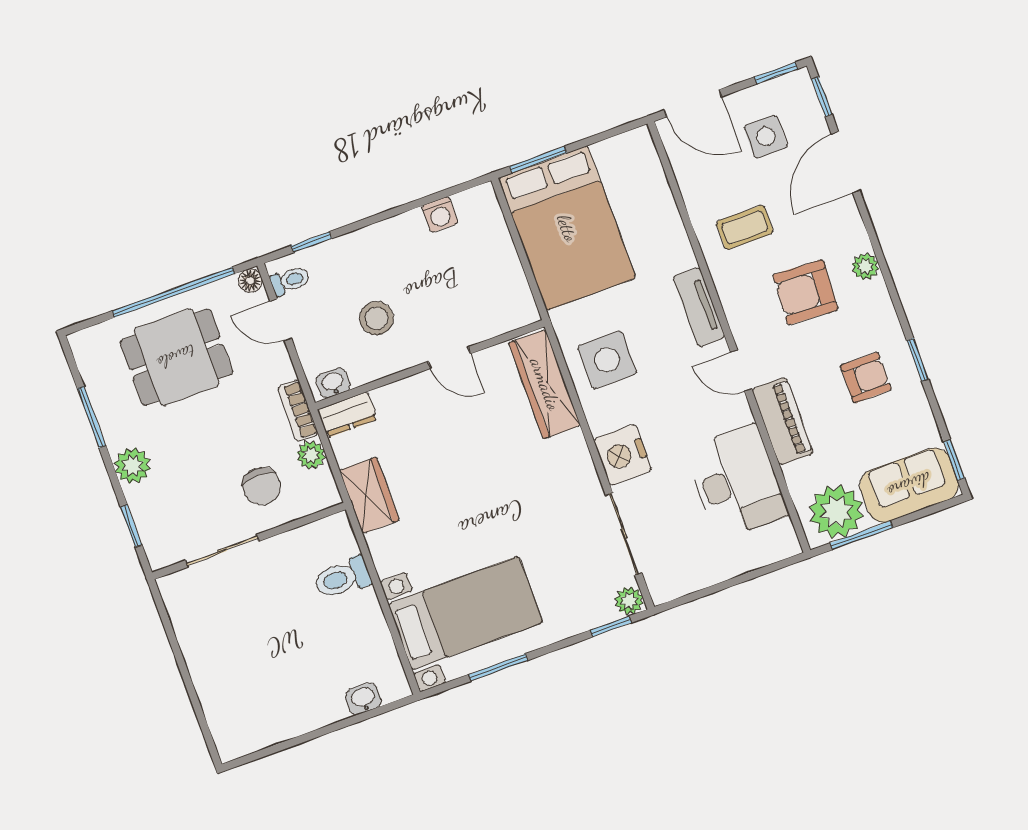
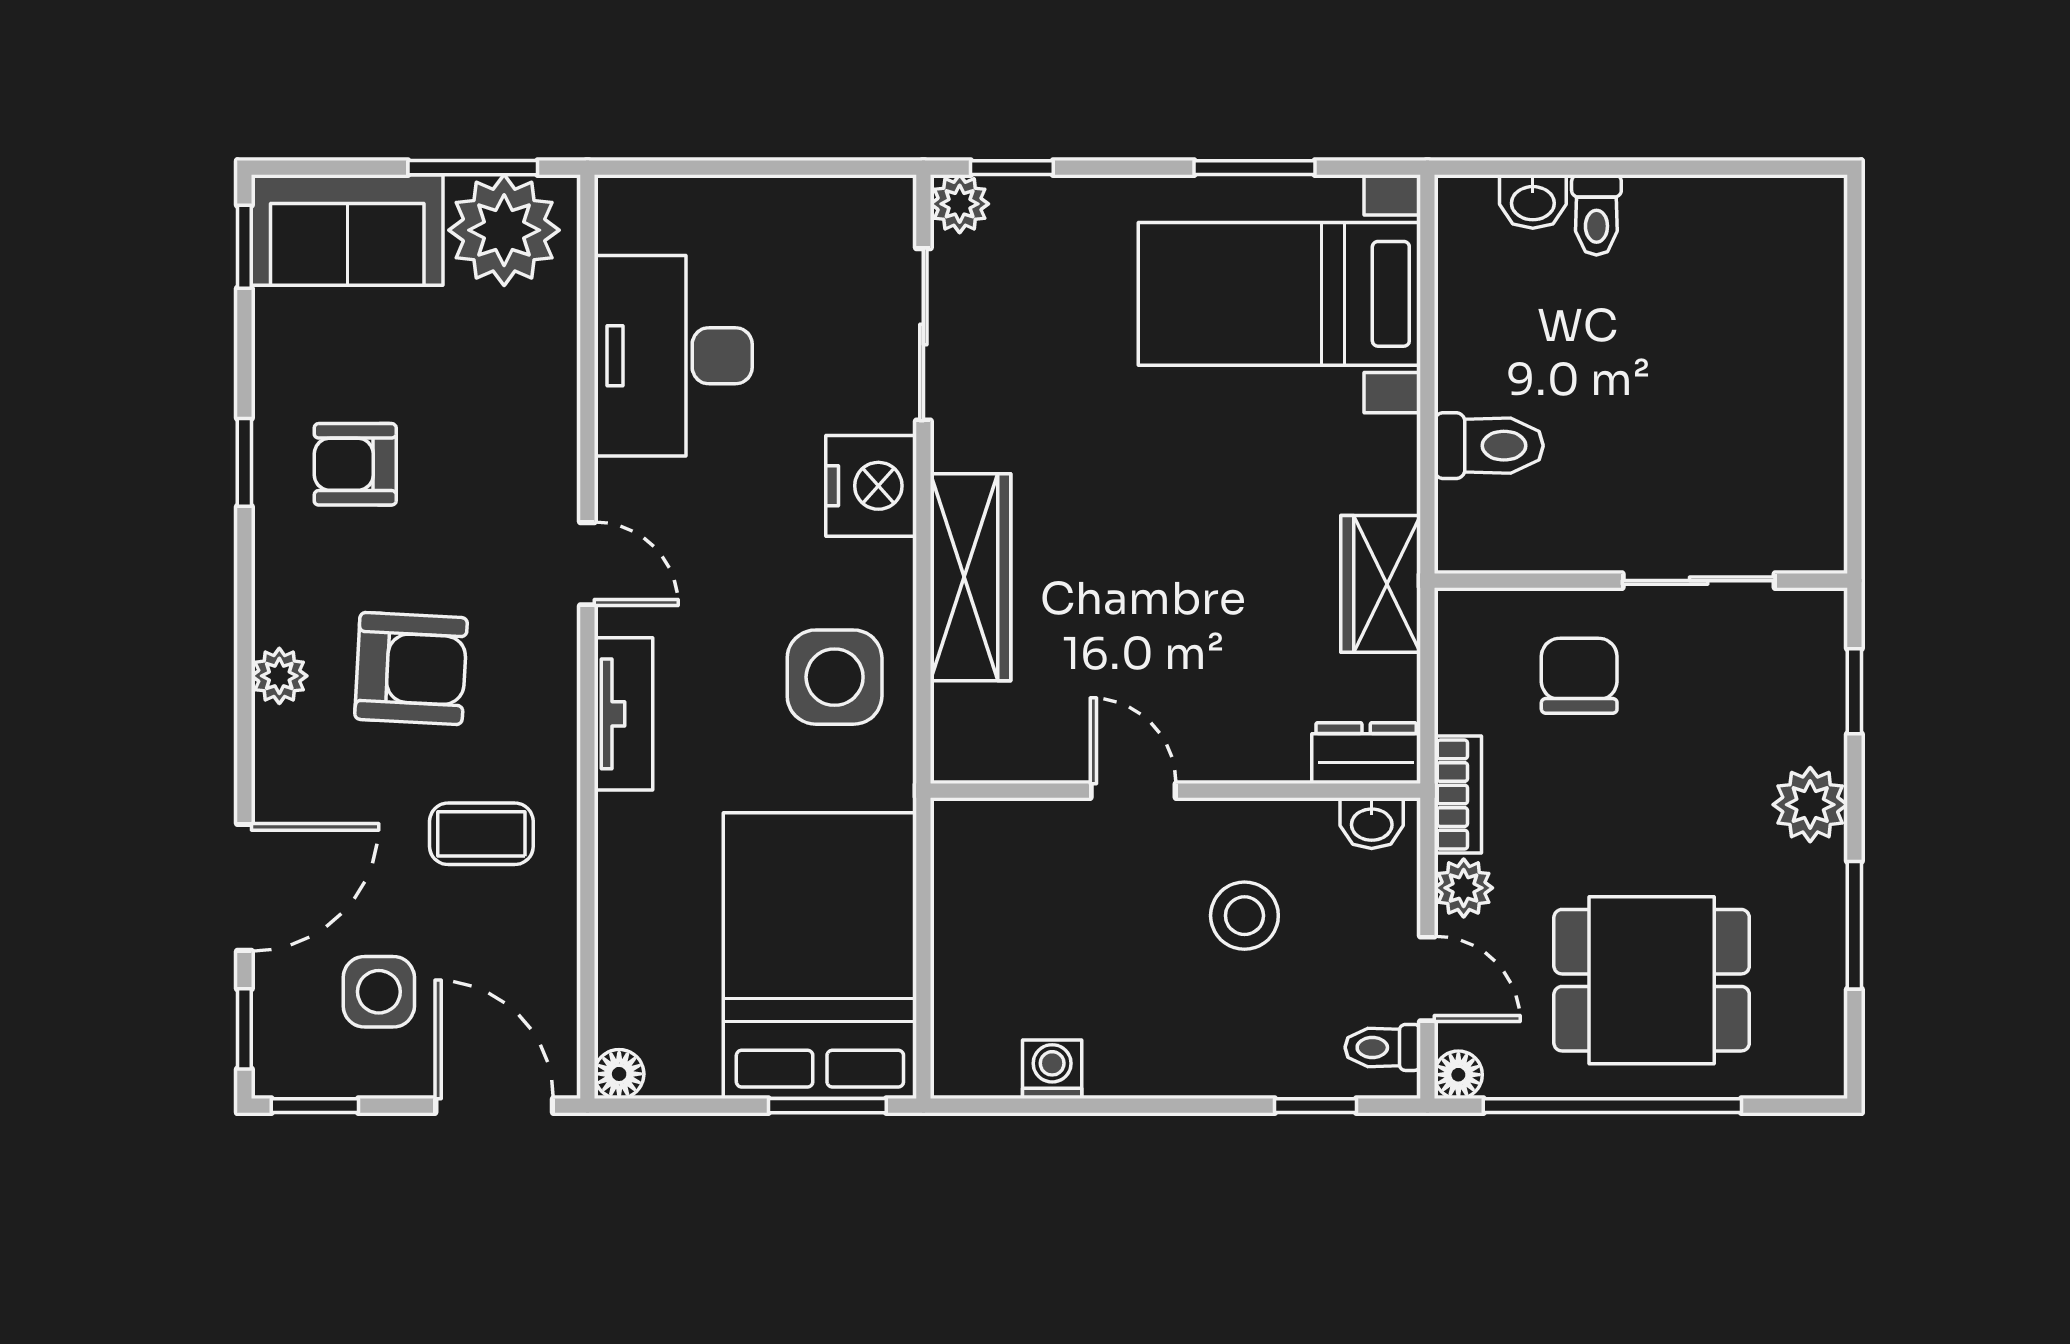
floor lamp: (640, 139) -> (619, 1074), added
wardrobe: (545, 384) -> (971, 577), moved
piano: (783, 421) -> (544, 439), removed
plant: (311, 455) -> (1464, 888), moved
toilet: (331, 703) -> (1596, 215), added

